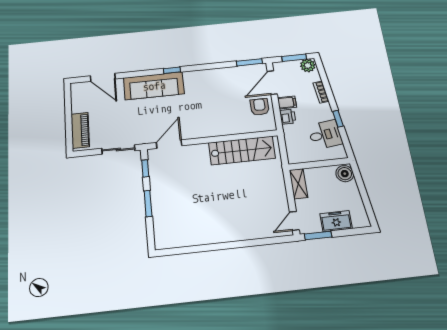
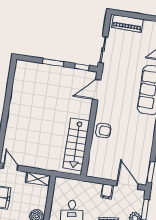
armchair: (260, 107) -> (103, 130), moved
printer: (288, 117) -> (95, 188), removed
door: (169, 144) -> (97, 90), swing flipped

